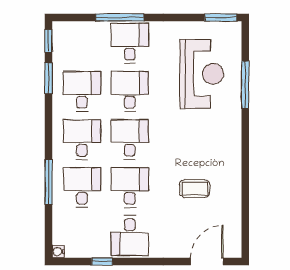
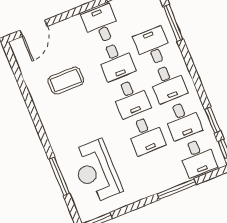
desk: (130, 43) -> (198, 157), moved
window: (48, 182) -> (173, 23), moved
desk: (82, 188) -> (153, 46), turned 180
coffee table: (195, 189) -> (66, 81), width x1.36, depth x1.30

